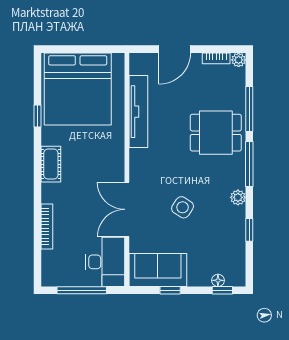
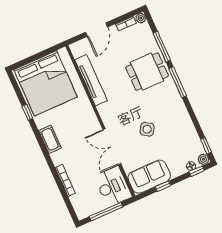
plant: (238, 197) -> (203, 159), moved
window: (249, 230) -> (206, 146), moved

